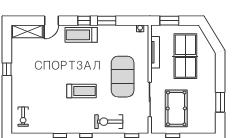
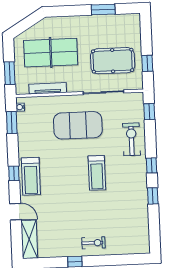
window: (107, 21) -> (12, 123), moved
treadmill: (81, 91) -> (97, 173), turned 180
exercise bike: (23, 117) -> (93, 243), moved
exercise bike: (109, 122) -> (131, 139), turned 180

